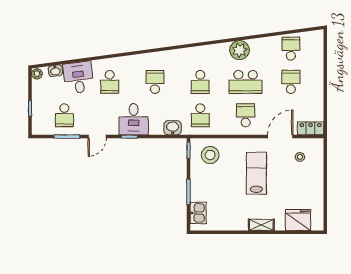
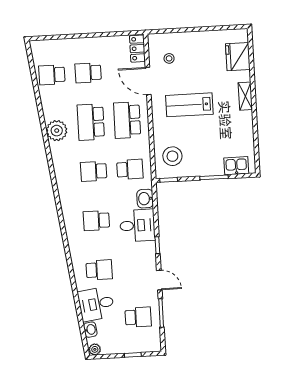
school desk: (200, 82) -> (94, 171), turned 180
school desk: (246, 82) -> (91, 122), turned 180
school desk: (246, 115) -> (127, 120), width x1.85
desk: (134, 119) -> (137, 225), moved

